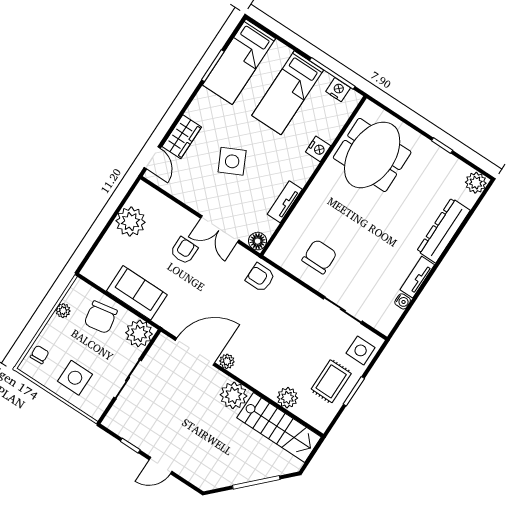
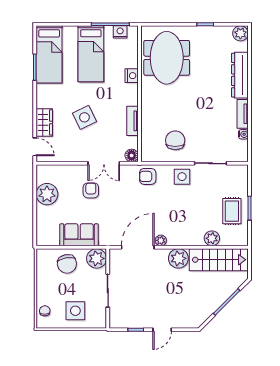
plant: (63, 311) -> (41, 275), removed
side table: (361, 350) -> (182, 177), moved

